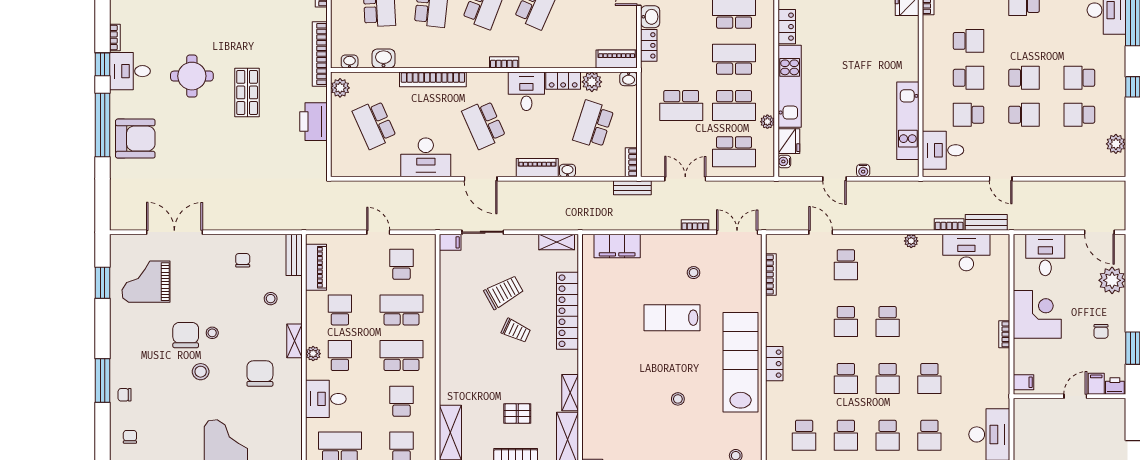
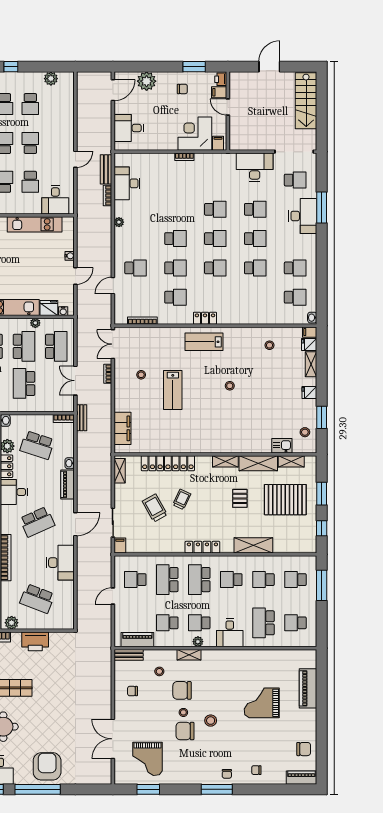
school desk: (681, 105) -> (24, 383), turned 180
school desk: (374, 124) -> (37, 599), turned 45
corner desk: (1037, 314) -> (195, 134), moved
locker: (448, 360) -> (202, 547), added
lab bench: (741, 362) -> (204, 342), width x0.54, depth x0.72
chair: (260, 374) -> (182, 690), moved
school desk: (804, 435) -> (175, 297), moved

